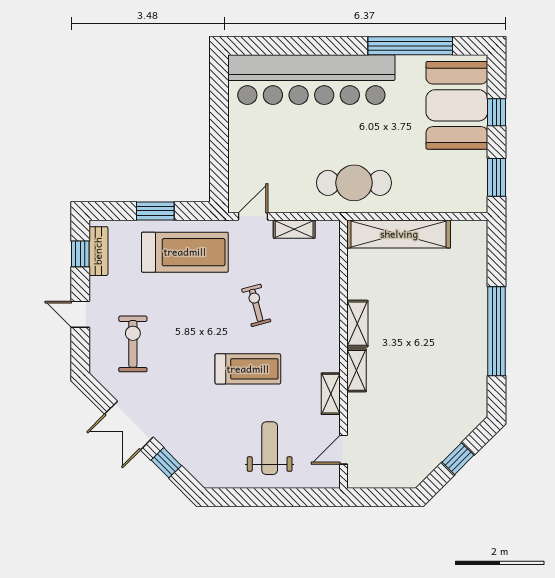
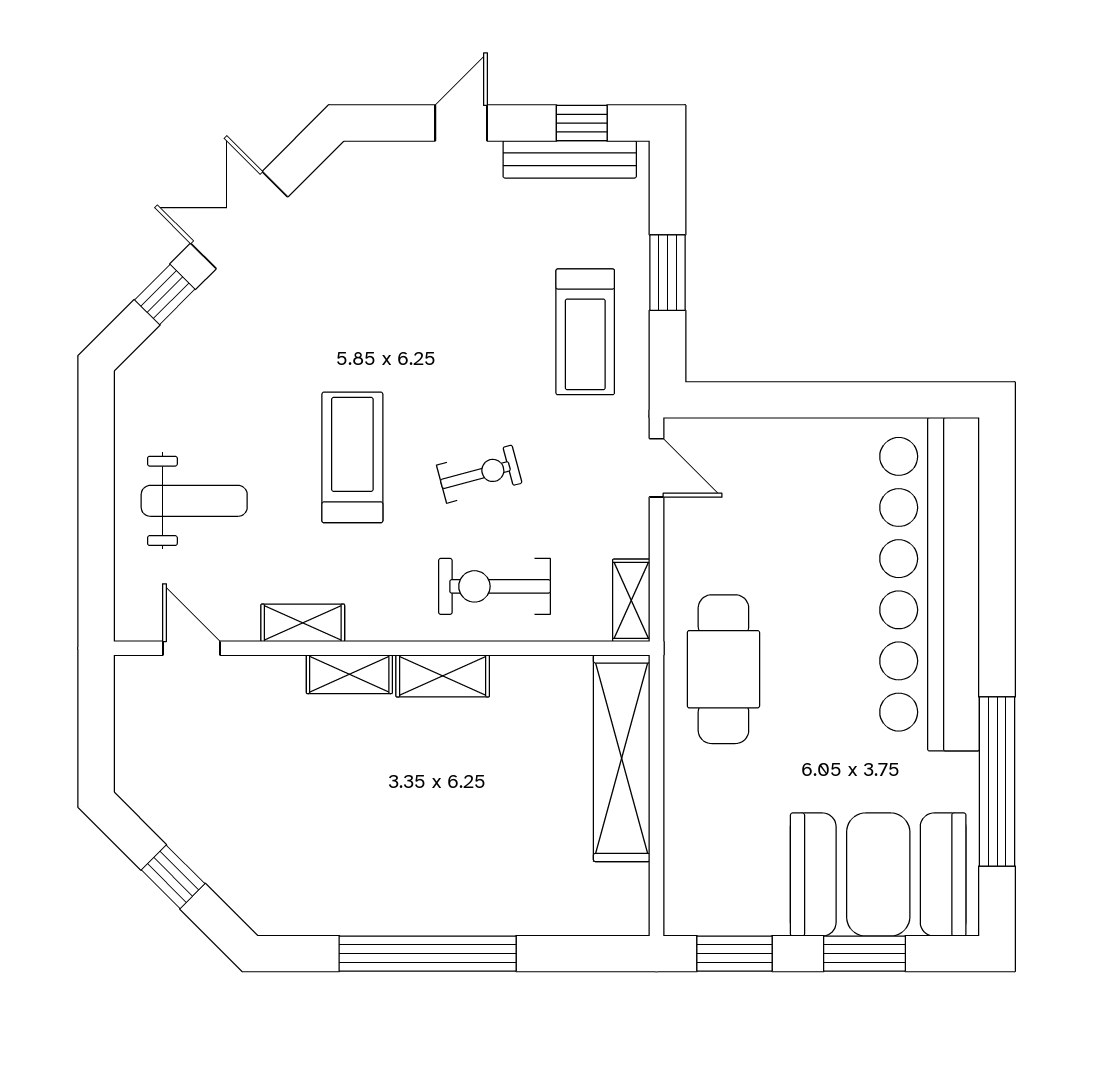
window: (497, 112) -> (864, 954), width x1.50
shelving: (294, 229) -> (631, 600), moved
bench: (98, 251) -> (570, 159), width x1.36
treadmill: (185, 252) -> (585, 332), width x0.73, depth x0.73
exercise bike: (133, 344) -> (495, 586), moved, turned 180
treadmill: (248, 369) -> (352, 457), turned 180

